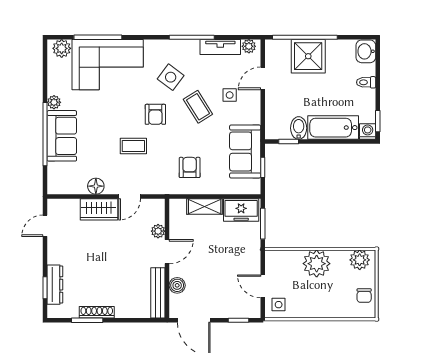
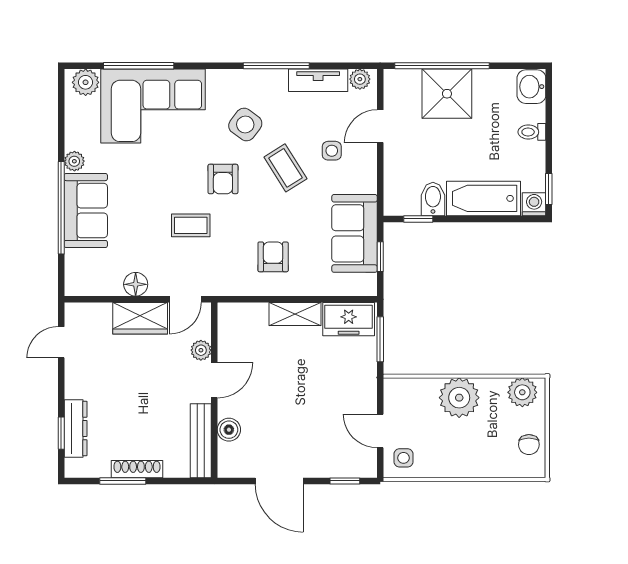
plant: (158, 231) -> (201, 350), moved
door: (167, 252) -> (214, 380), moved
wall: (167, 258) -> (214, 390), moved
boiler: (177, 285) -> (229, 430), moved
bench: (158, 293) -> (201, 441), moved

